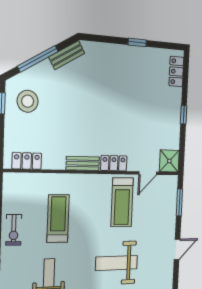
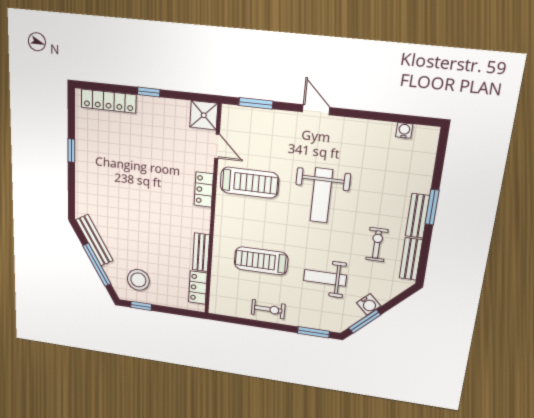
bench: (67, 55) -> (94, 240), width x1.36
locker: (176, 71) -> (109, 101), width x1.53
bench: (83, 163) -> (201, 252), moved

